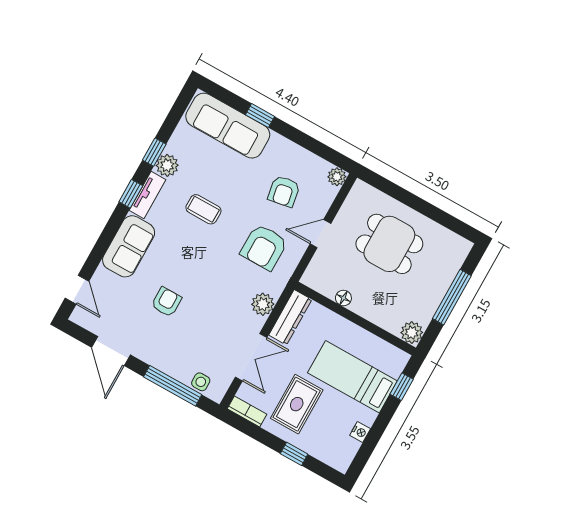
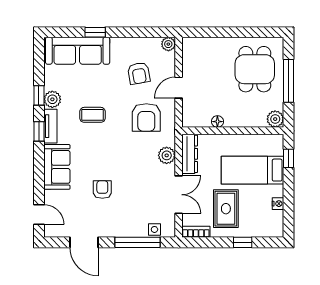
dining table: (389, 244) -> (255, 69), moved, turned 90

